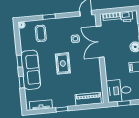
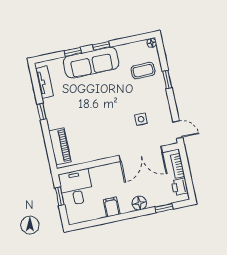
double door: (100, 42) -> (141, 154), swing flipped
rug: (63, 63) -> (105, 106), removed

